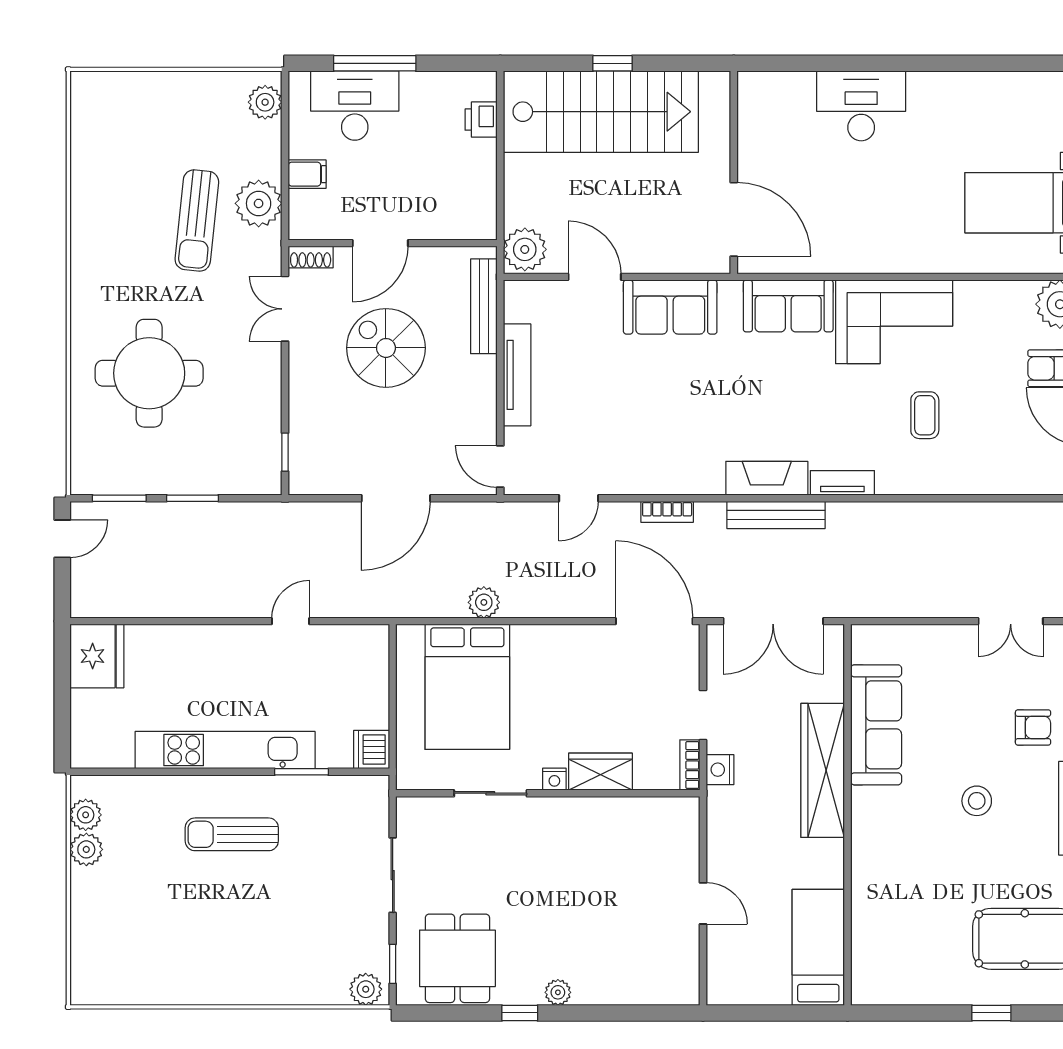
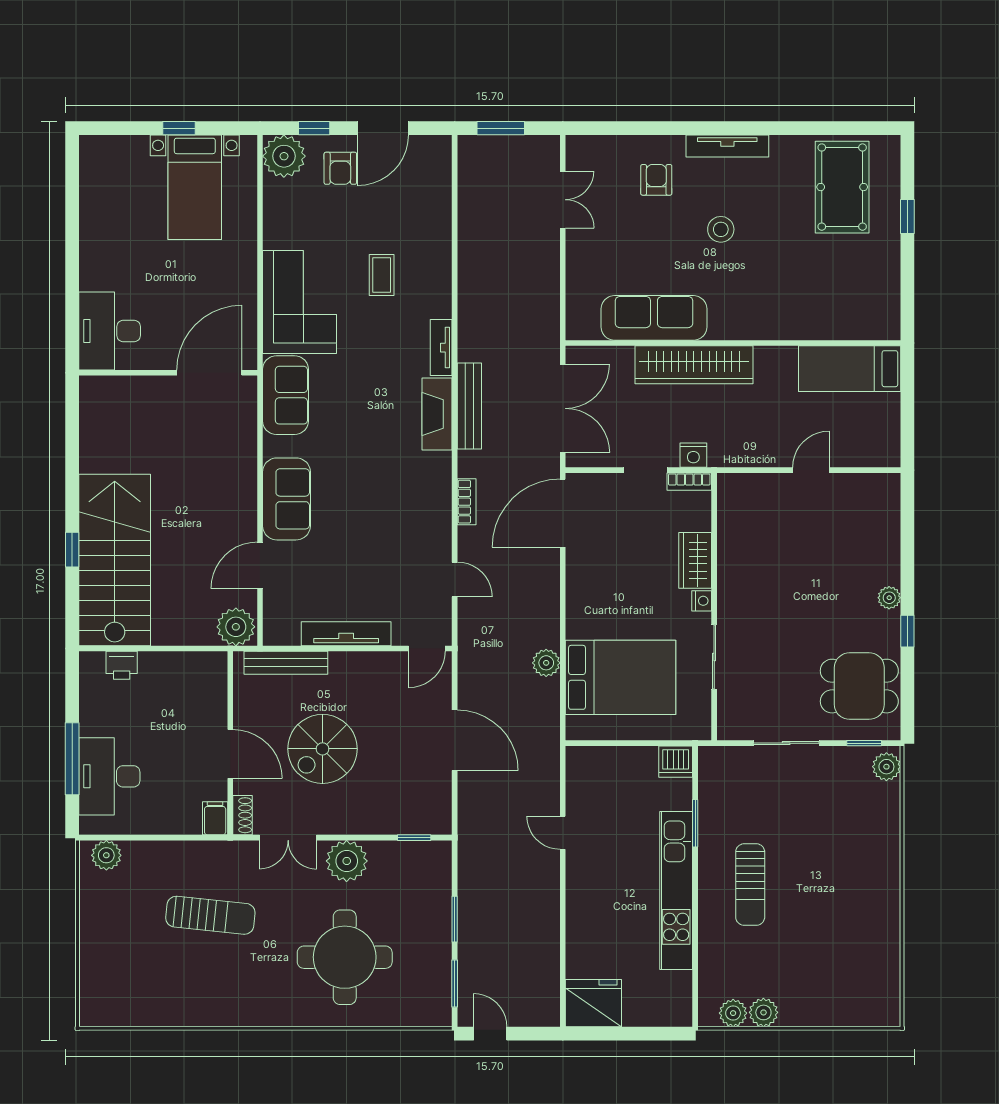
wall: (734, 172) -> (168, 373), moved
filing cabinet: (307, 174) -> (215, 818), moved
plant: (259, 203) -> (347, 861), moved
door: (734, 219) -> (209, 373), moved
coffee table: (925, 415) -> (382, 275), turned 90

